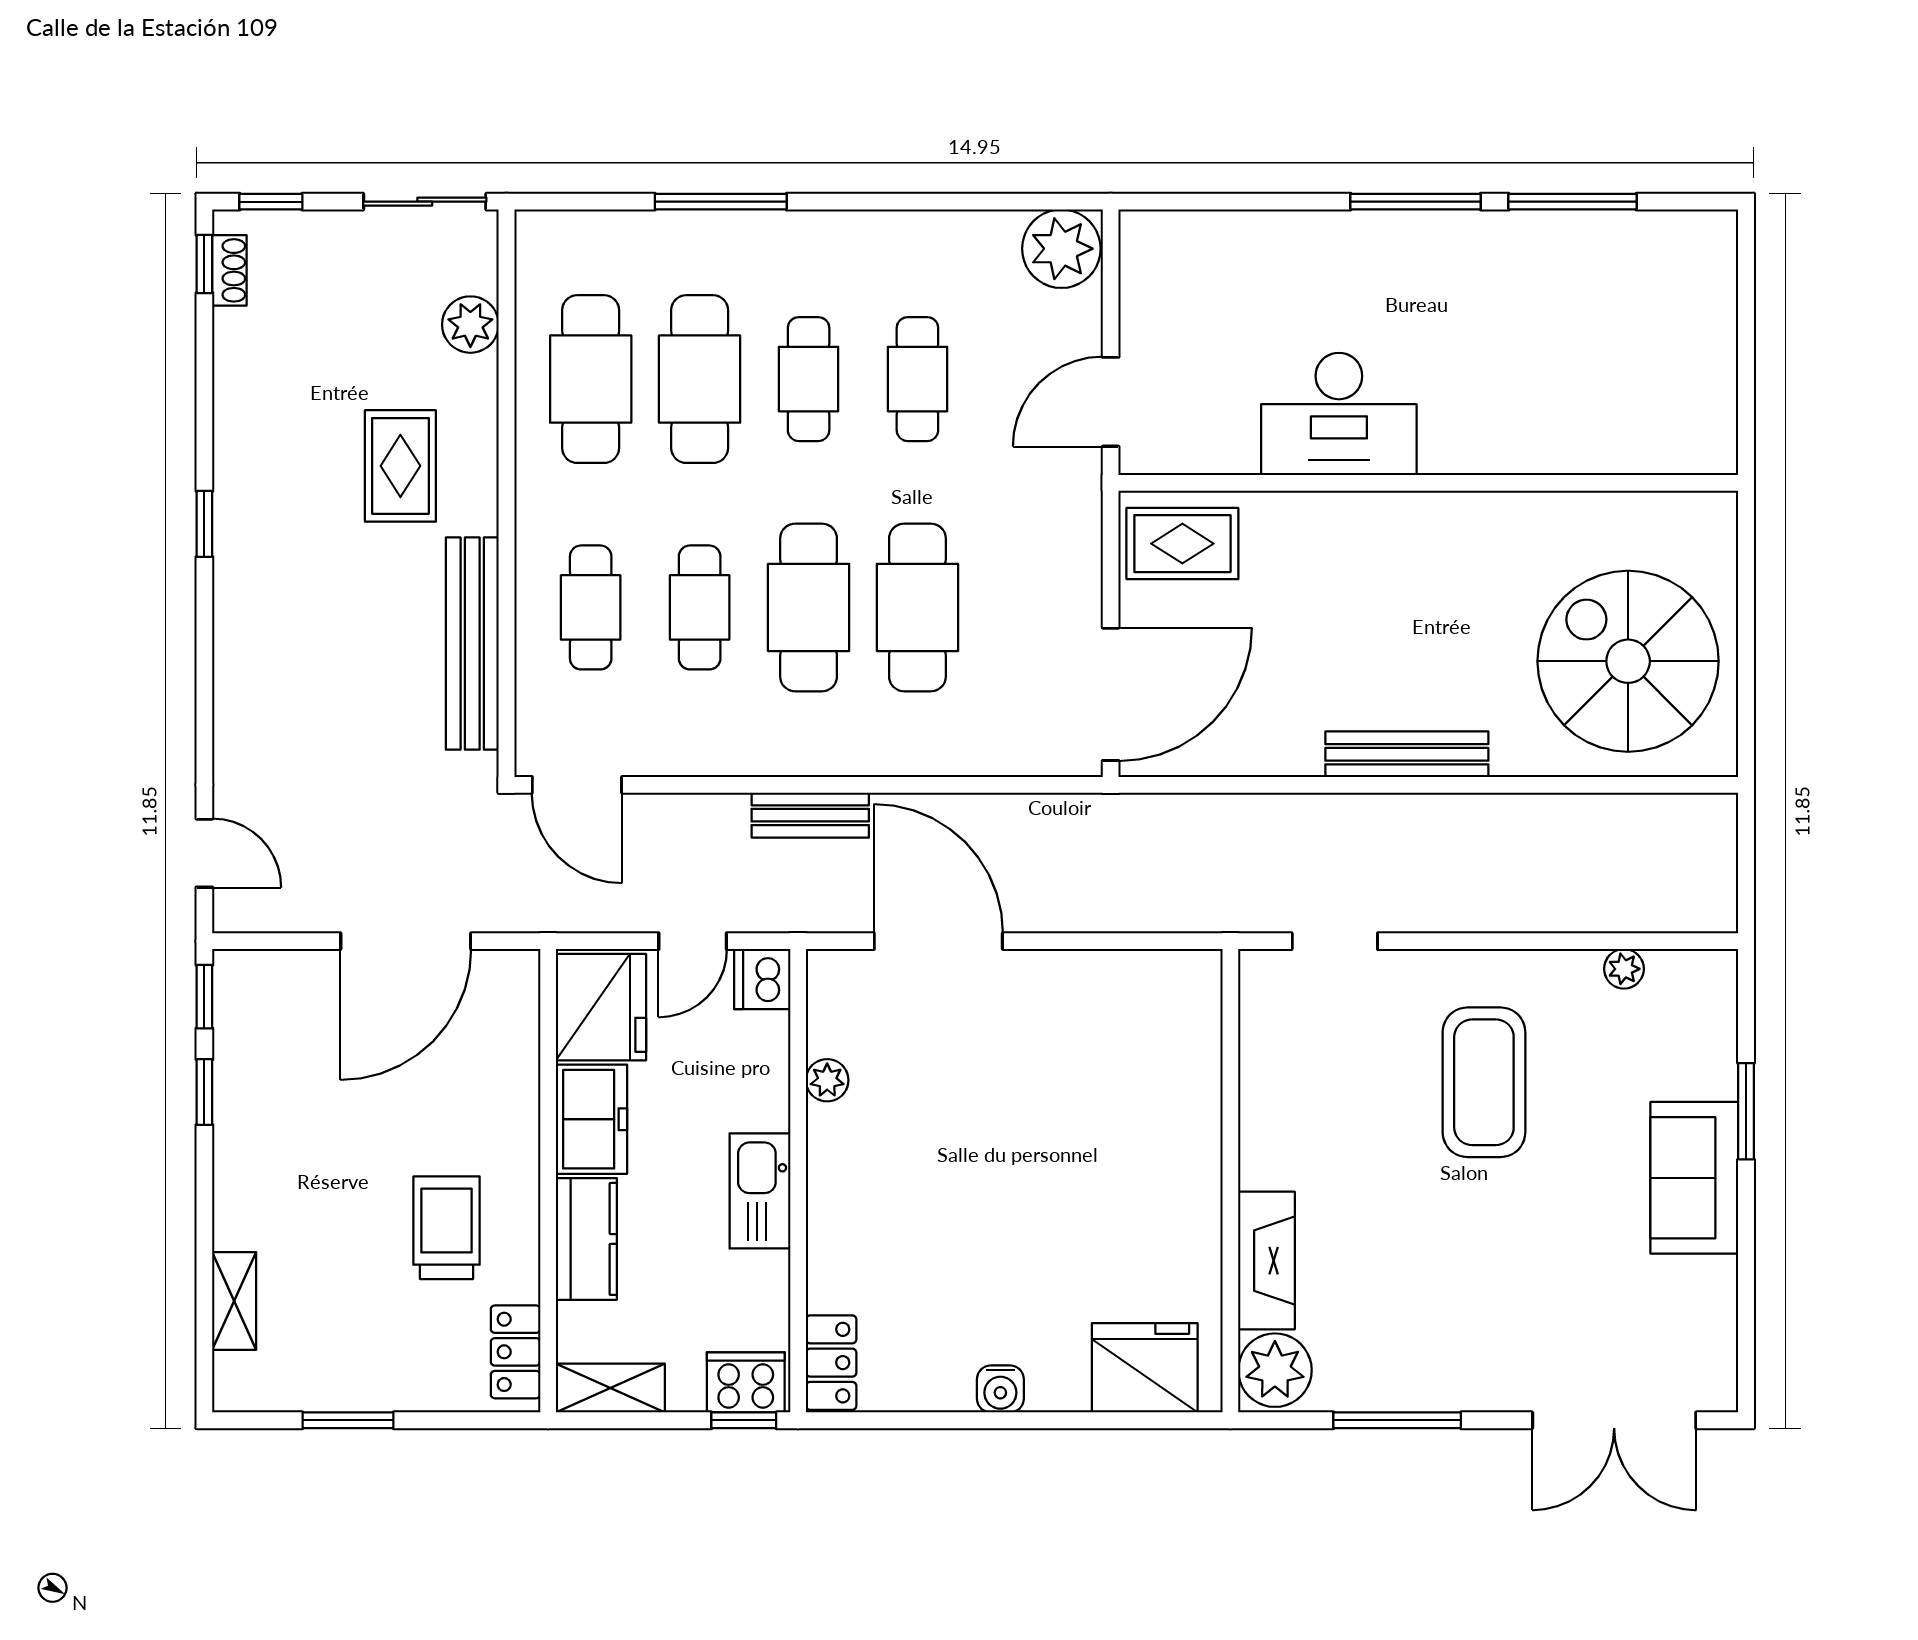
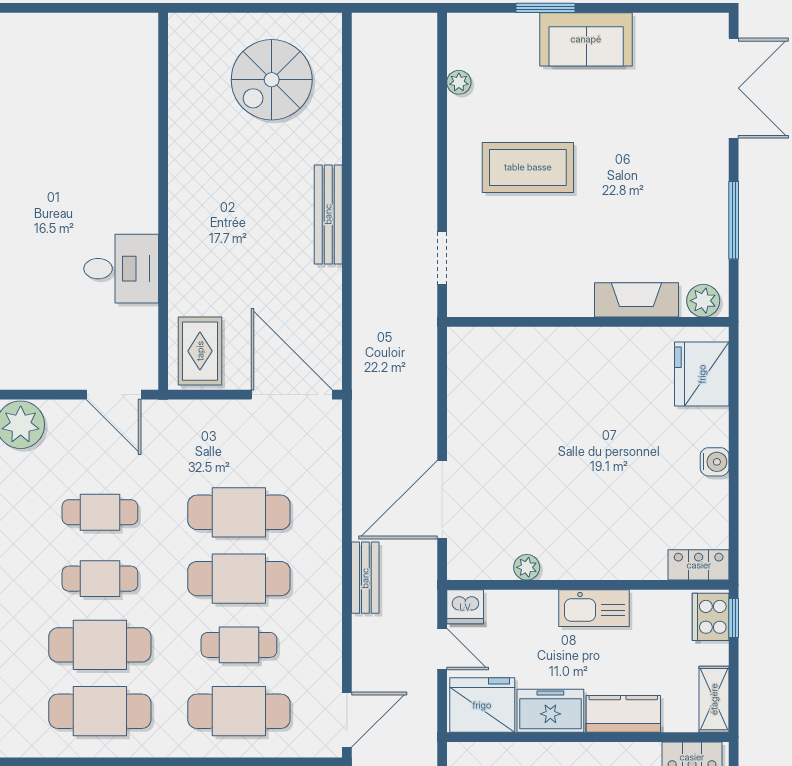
desk: (1339, 414) -> (121, 269), width x0.73
cafe table: (591, 607) -> (239, 711), width x1.37, depth x1.35
spiral stairs: (1628, 661) -> (272, 80), width x0.73, depth x0.73
plant: (1275, 1370) -> (703, 301), width x0.73, depth x0.73

